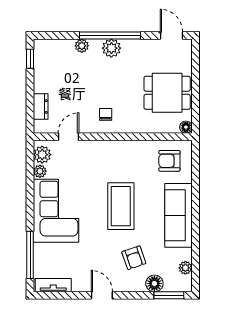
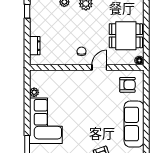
door: (69, 137) -> (99, 67), moved
plant: (42, 155) -> (36, 80), removed
armchair: (169, 161) -> (127, 85), turned 180
coffee table: (121, 206) -> (92, 117), removed

